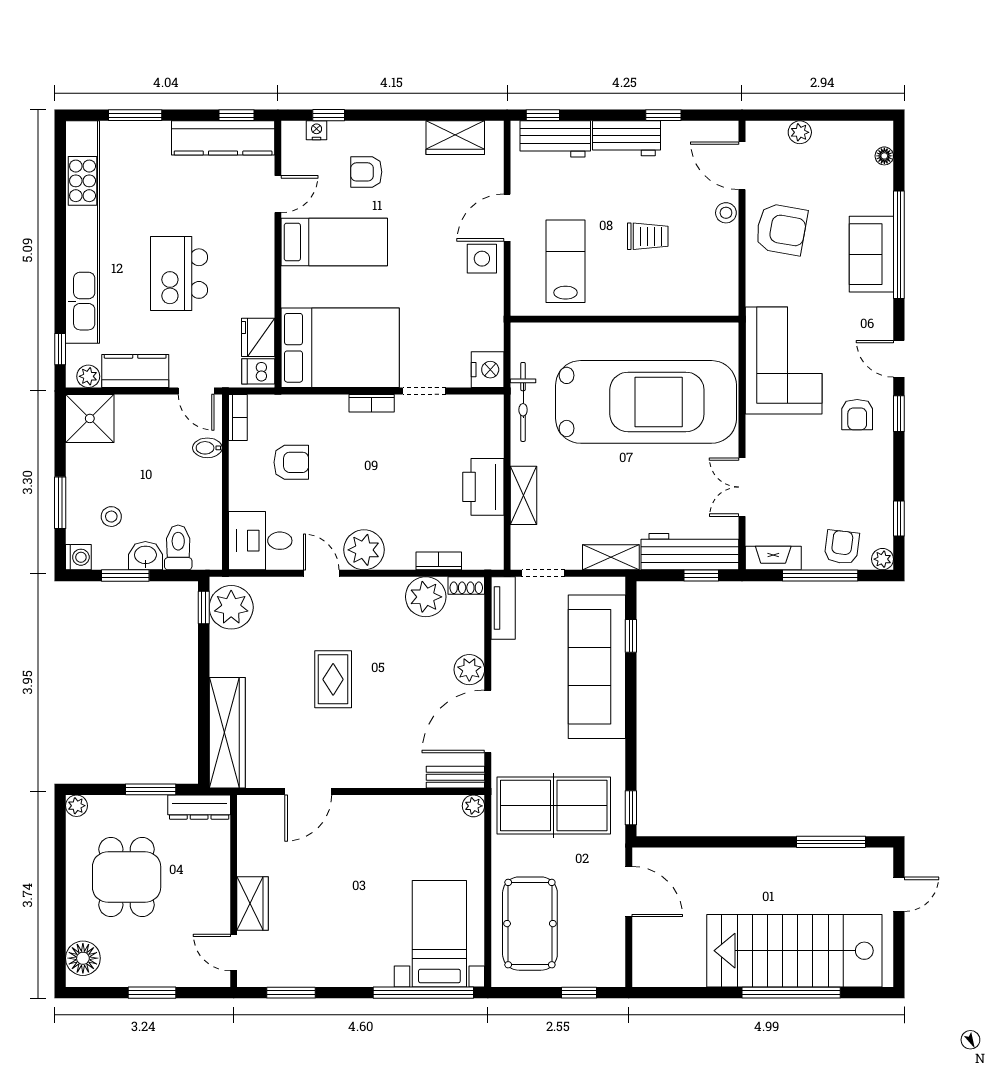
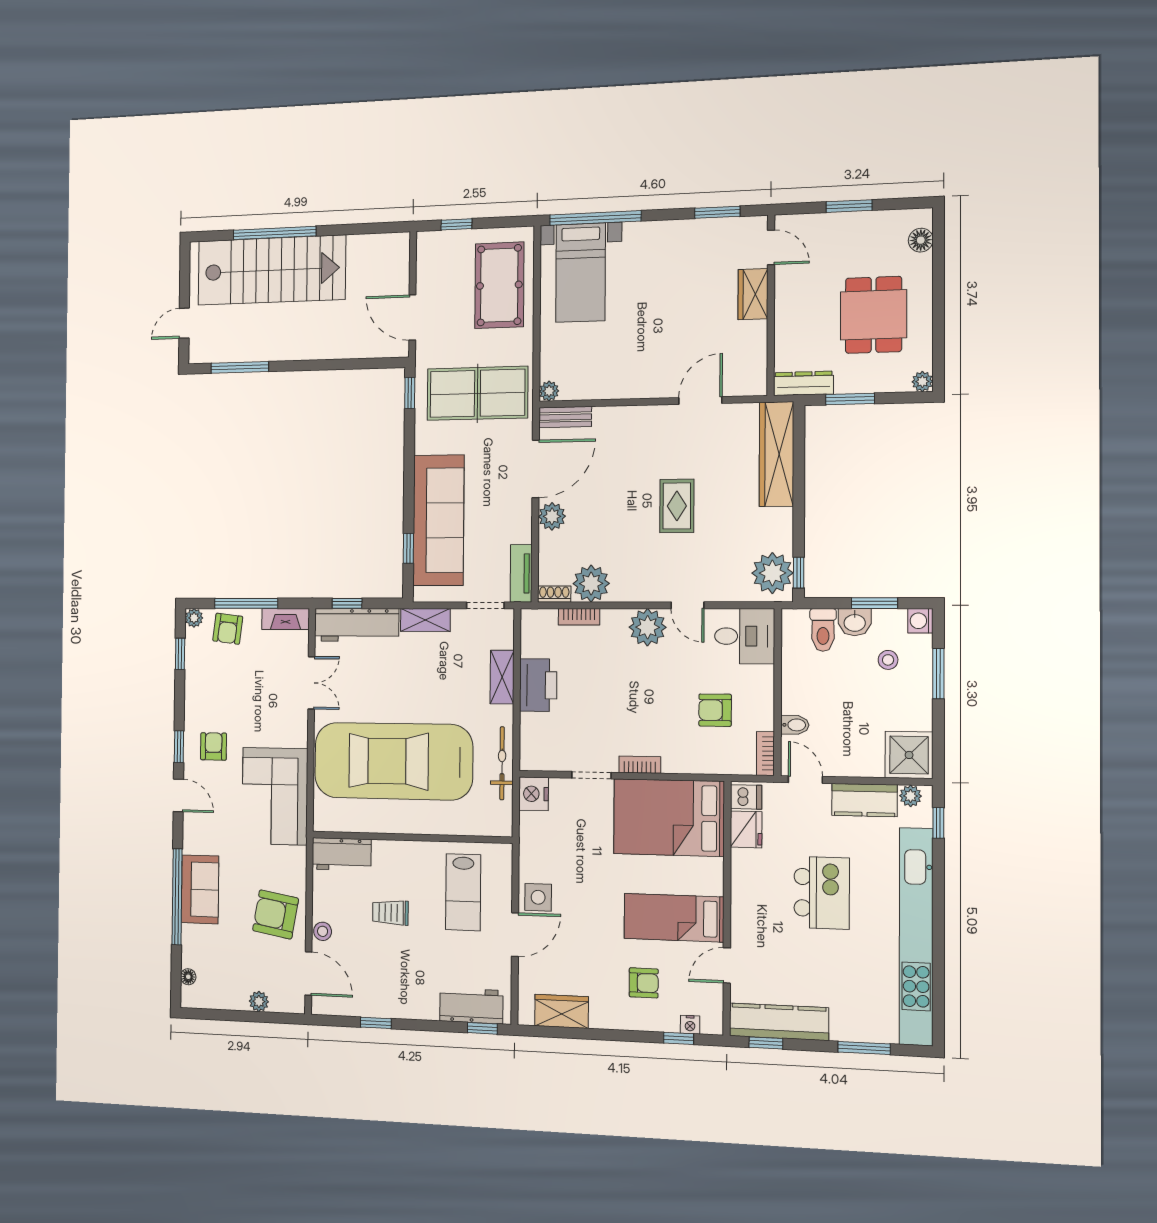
workbench: (627, 138) -> (342, 854), moved, turned 180
floor lamp: (83, 958) -> (921, 240), width x0.73, depth x0.73

